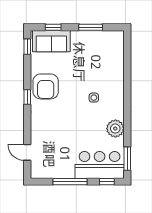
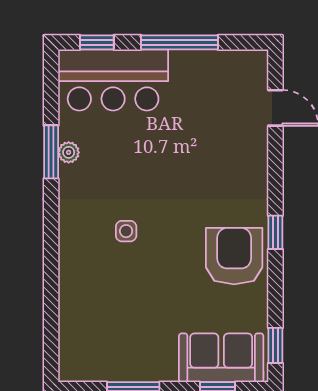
plant: (115, 129) -> (69, 152), width x0.53, depth x0.53
window: (127, 159) -> (51, 152), moved

